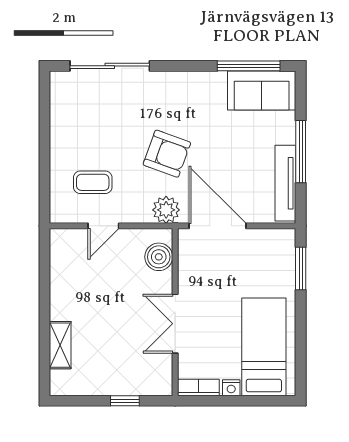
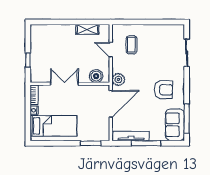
sliding door: (110, 66) -> (187, 53), width x0.73
armchair: (167, 154) -> (164, 90), moved, turned -110
shelving: (60, 345) -> (87, 29), moved

